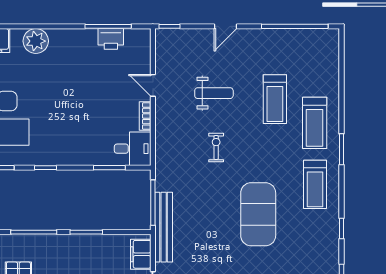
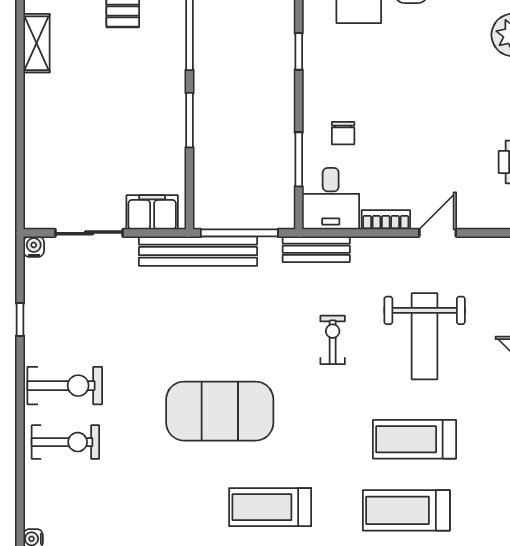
weight bench: (214, 93) -> (425, 336), width x1.36, depth x1.33
treadmill: (315, 123) -> (406, 510), moved
chair: (94, 141) -> (343, 133), added
exercise bike: (216, 148) -> (333, 340), turned -90
bench: (162, 157) -> (316, 249), added

